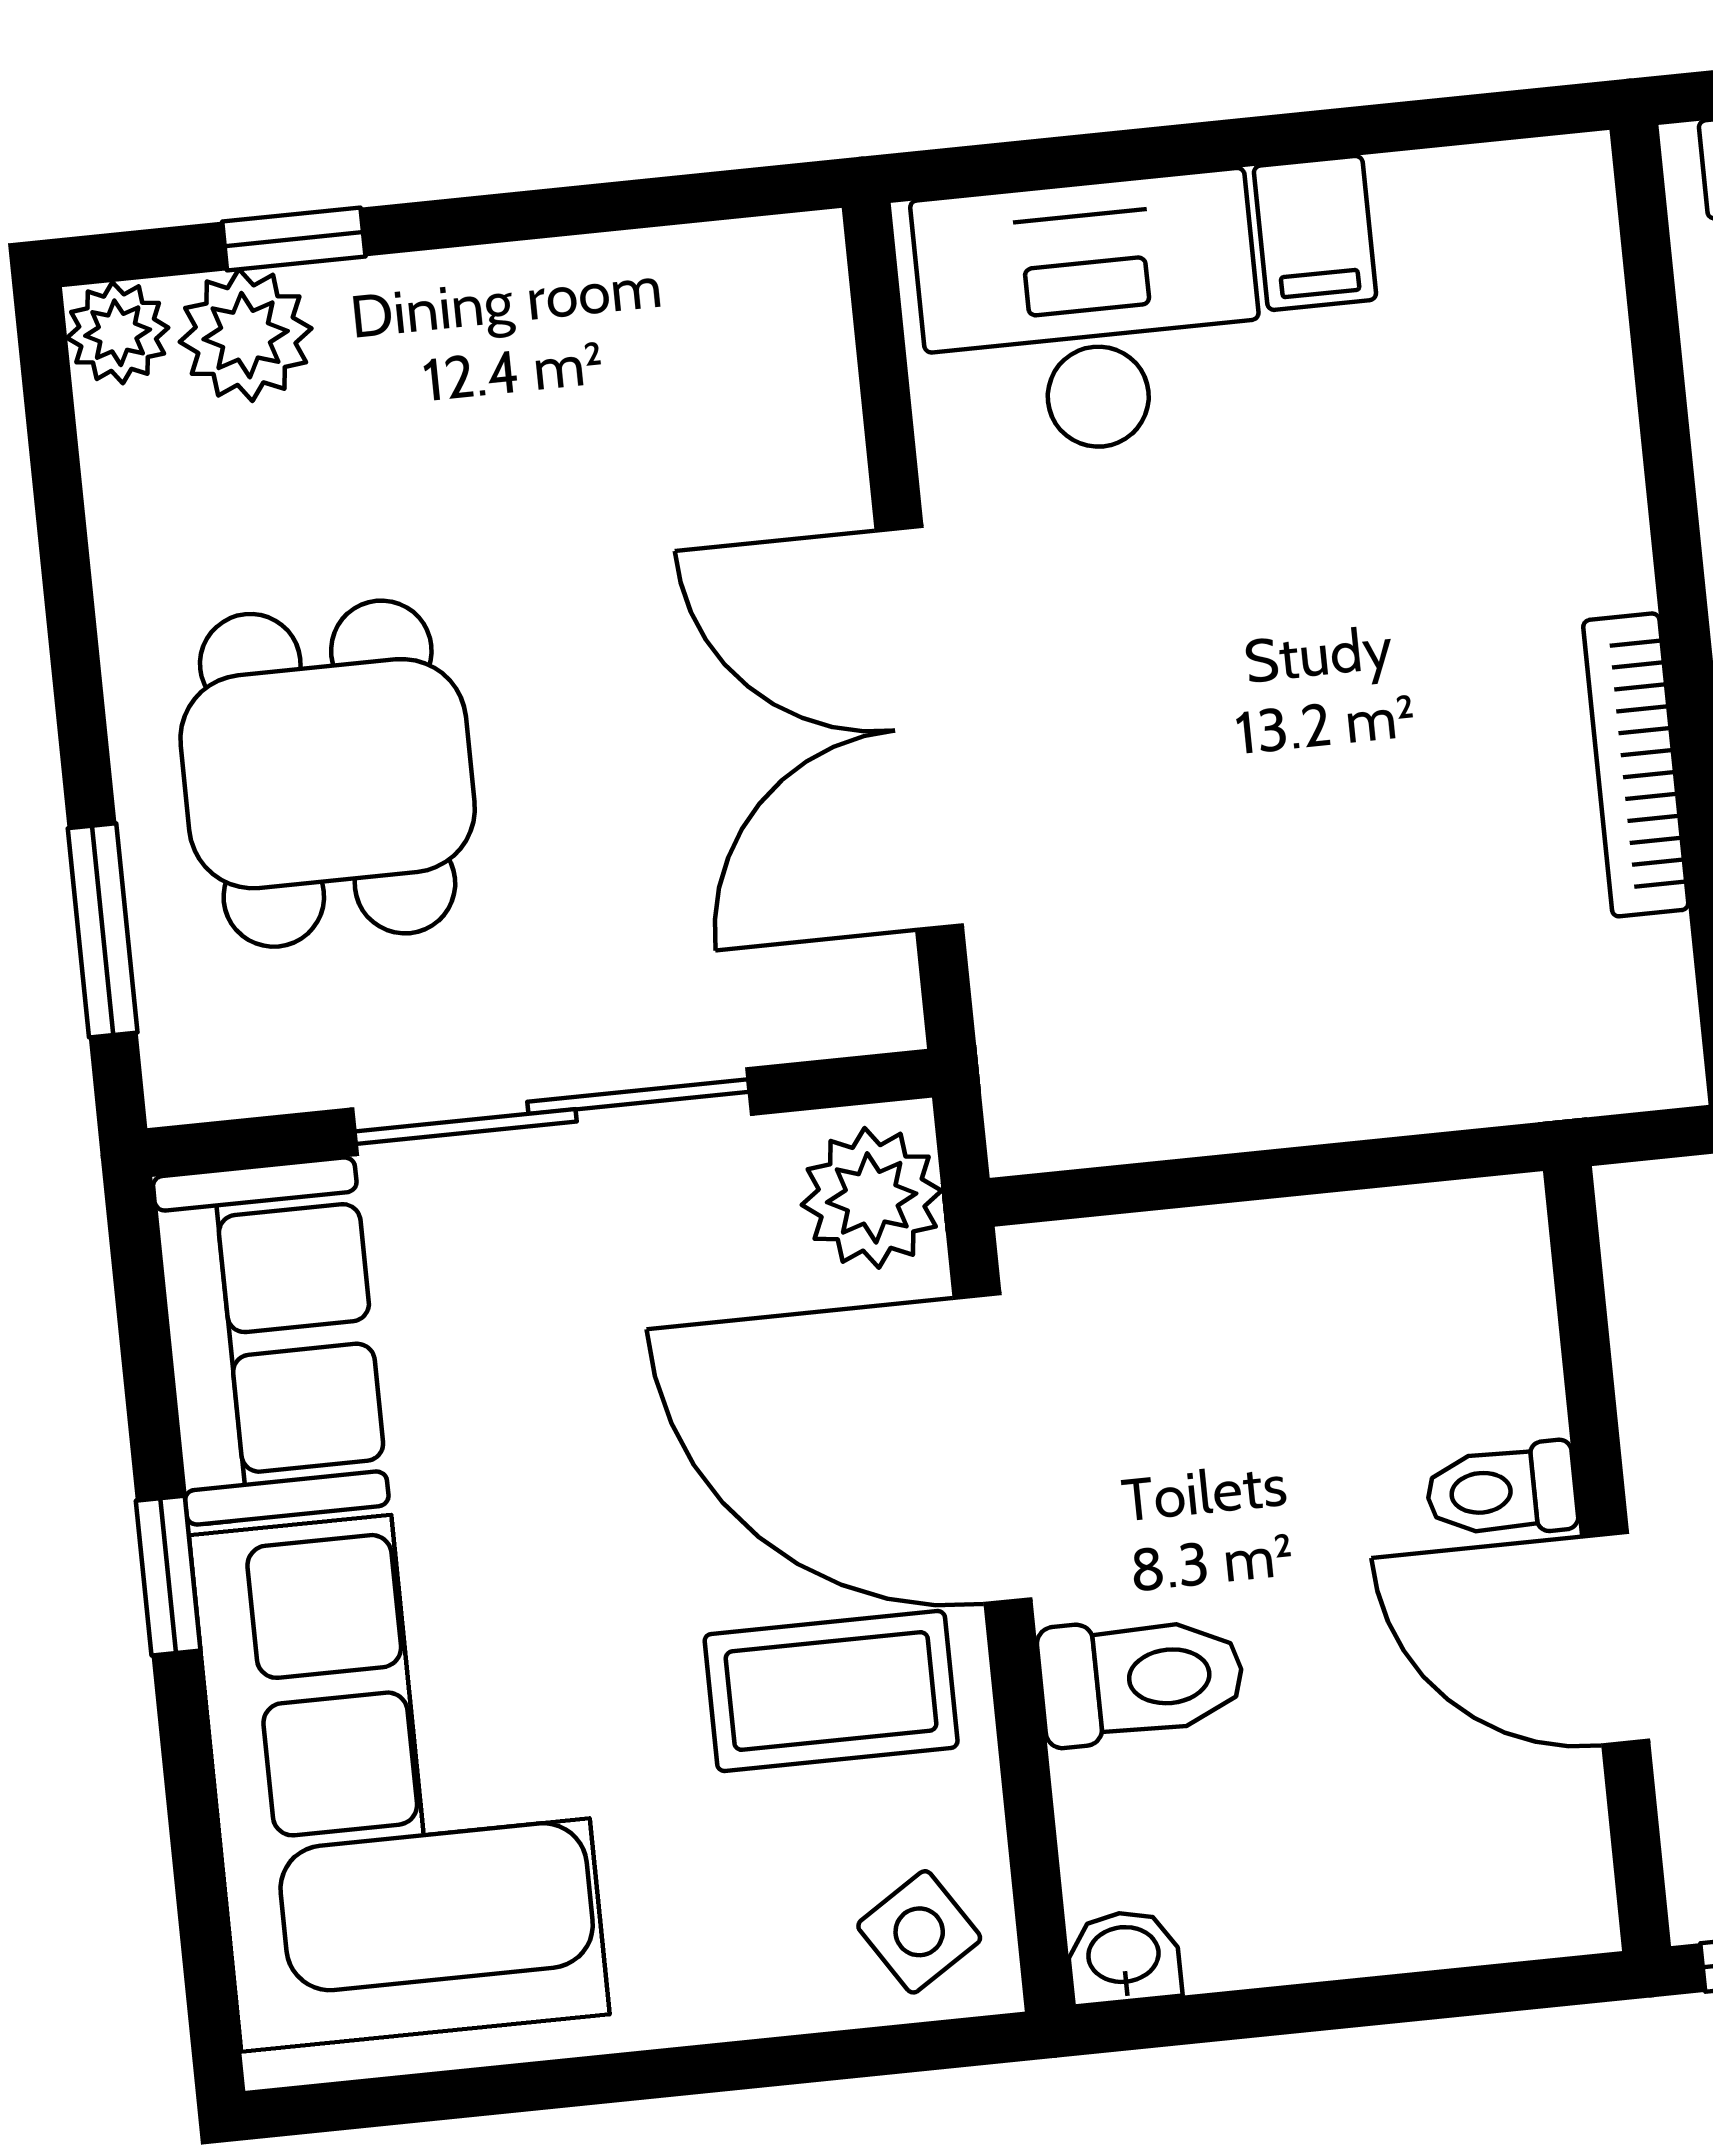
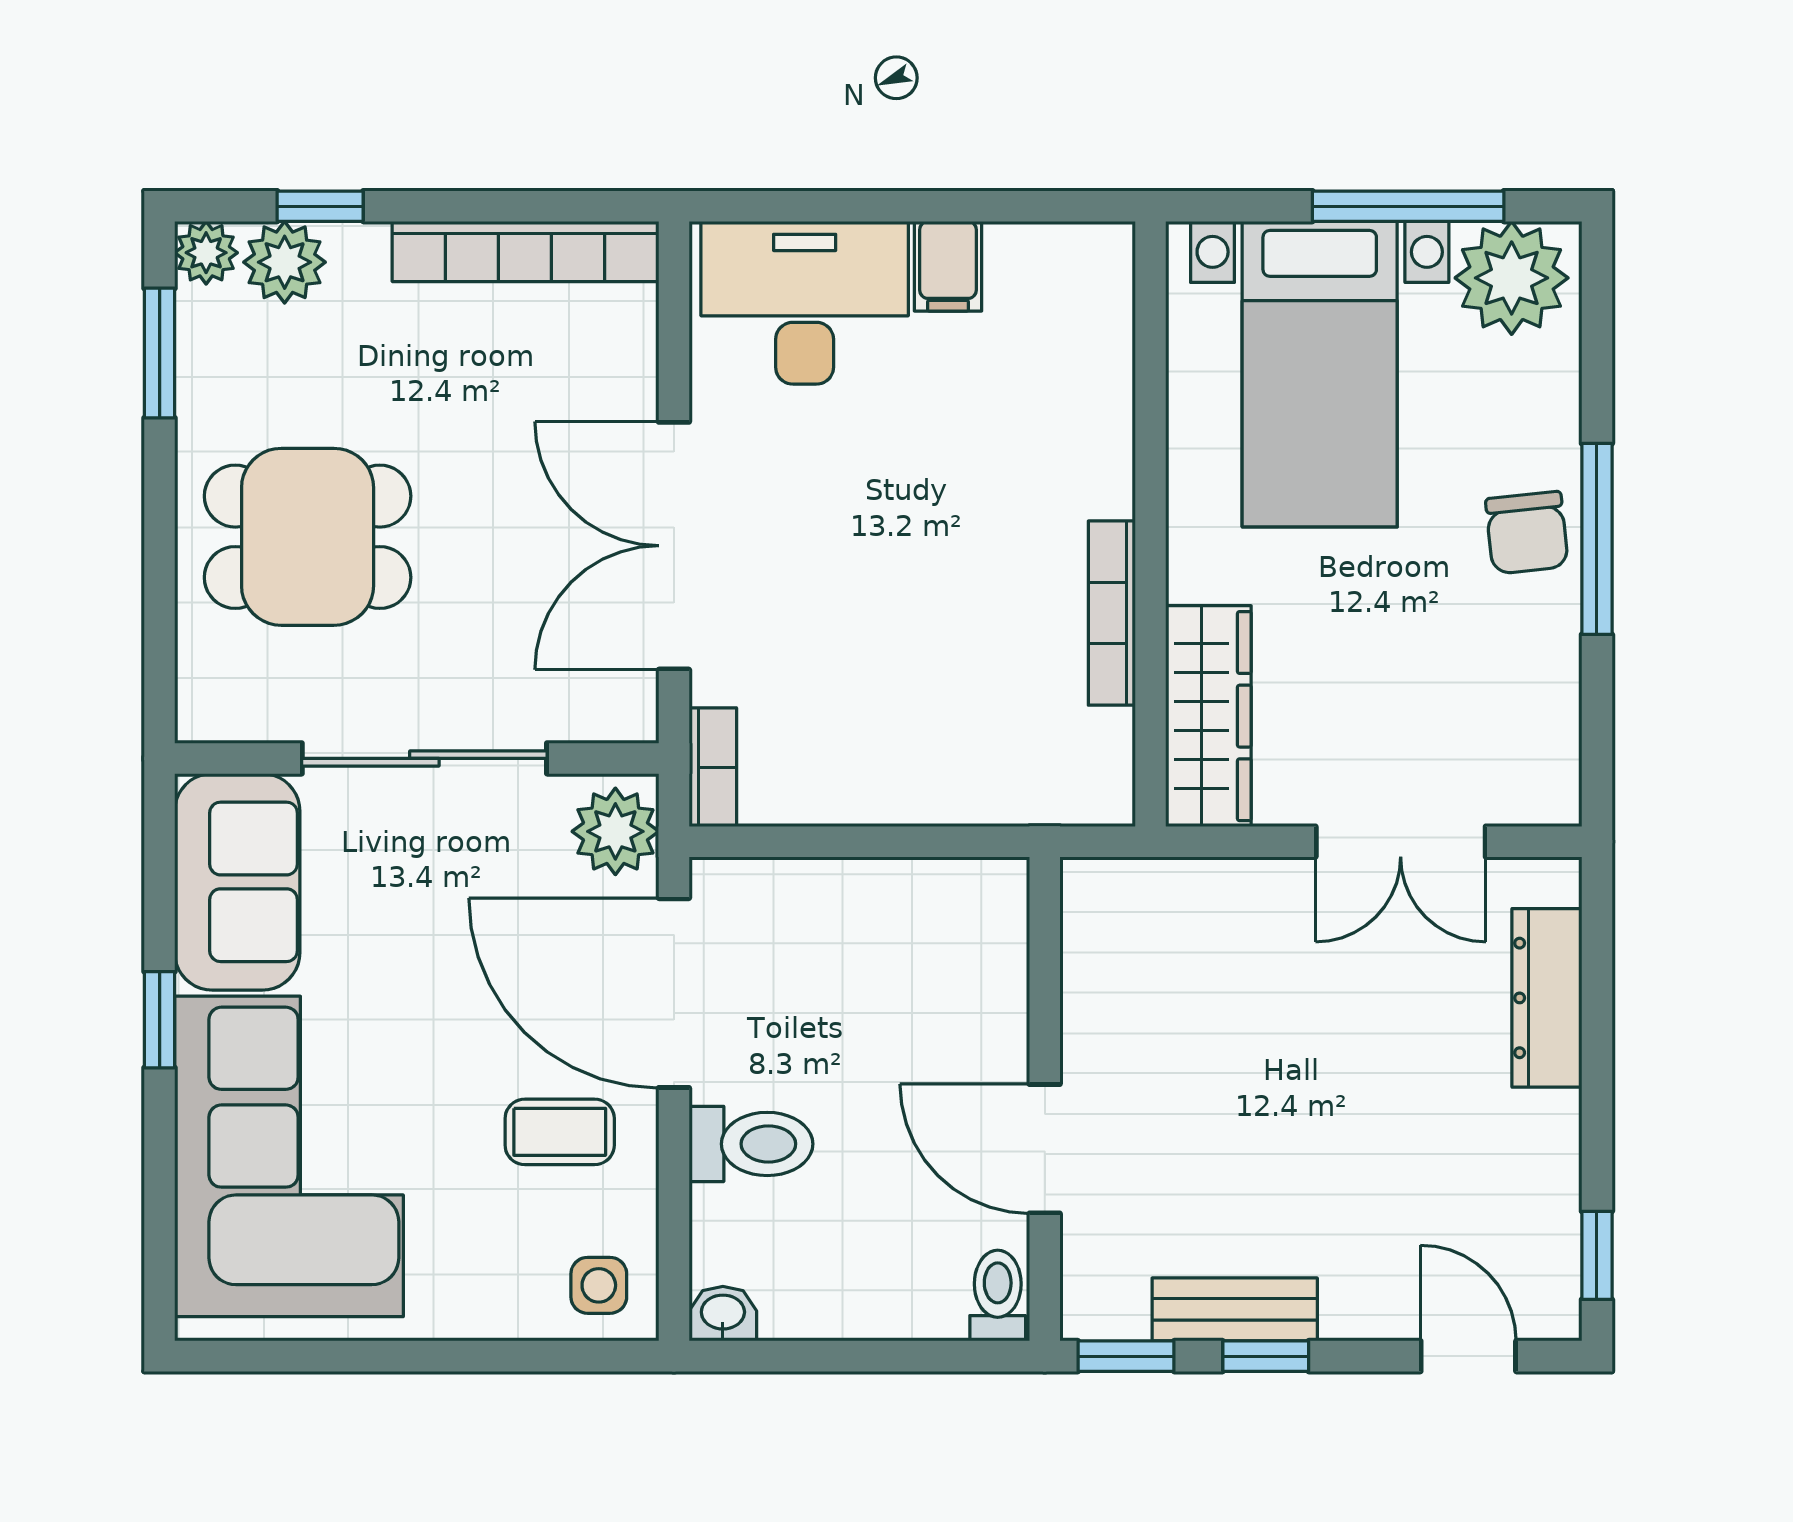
bookcase: (631, 278) -> (525, 251), added
dining table: (328, 774) -> (308, 537), turned 90
window: (103, 930) -> (160, 353), moved
bookcase: (1018, 1078) -> (713, 767), added
toilet: (1502, 1491) -> (998, 1296), moved, turned 90
coffee table: (831, 1691) -> (560, 1132), width x0.73, depth x0.77
side table: (919, 1932) -> (599, 1285), turned 33

